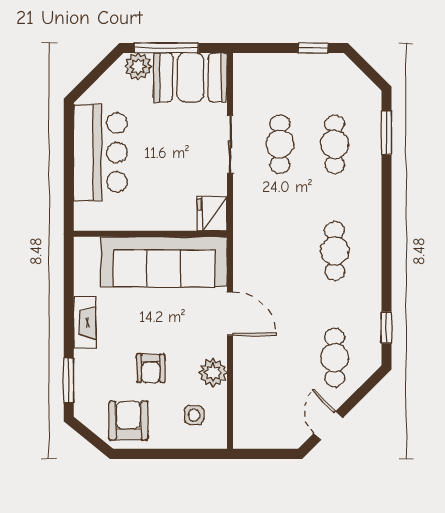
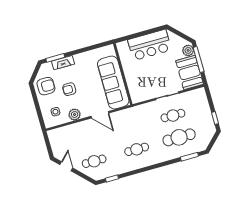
cafe table: (335, 144) -> (179, 137), width x1.37, depth x1.35
fridge: (212, 214) -> (138, 96), removed
door: (230, 314) -> (100, 115), hinge flipped
fireplace: (85, 323) -> (63, 63), moved
door: (328, 426) -> (66, 166), hinge flipped

